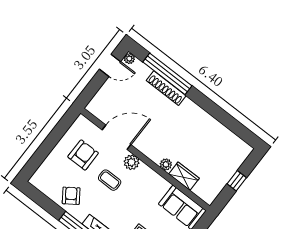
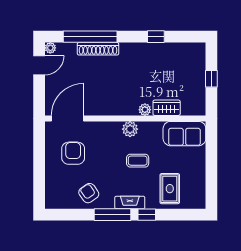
window: (219, 114) -> (156, 37), added
door: (117, 137) -> (68, 118), moved
plant: (131, 162) -> (130, 129), moved
coffee table: (110, 180) -> (138, 161), moved

